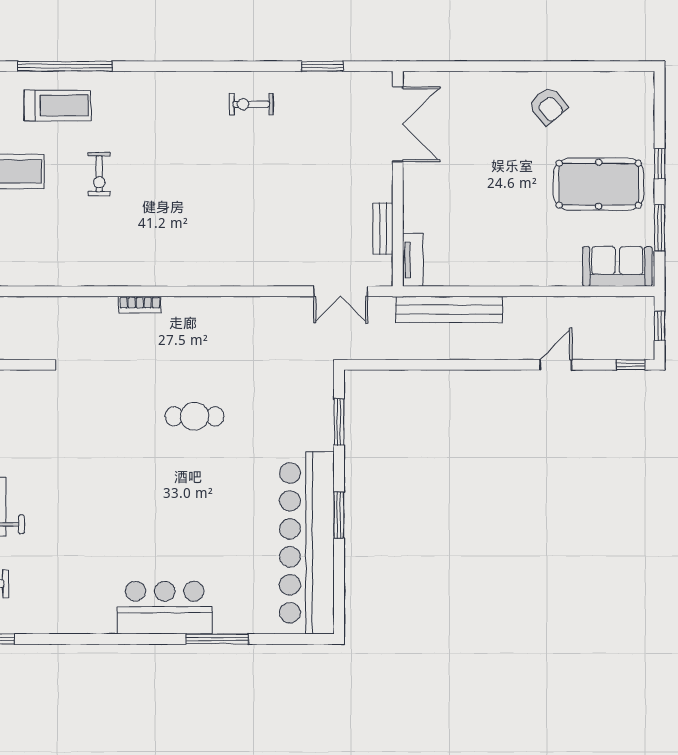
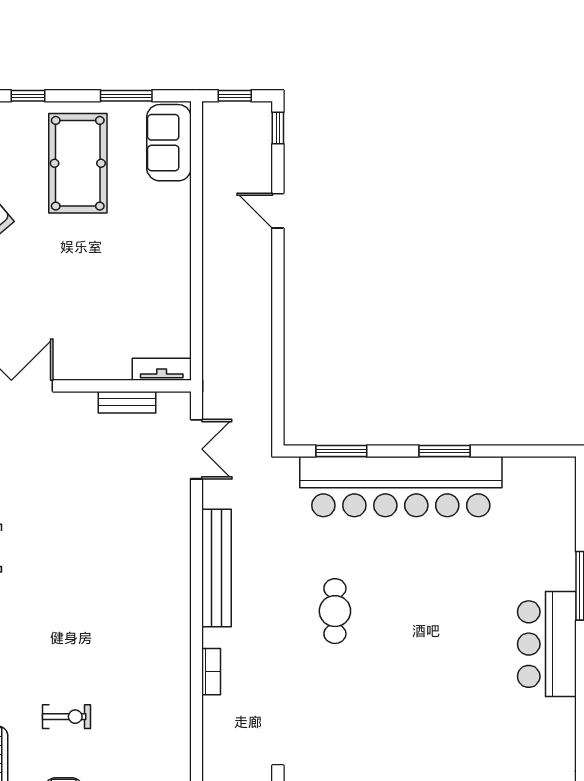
window: (660, 164) -> (28, 96), moved
bench: (449, 309) -> (217, 568), moved
bar counter: (307, 543) -> (401, 487), moved

